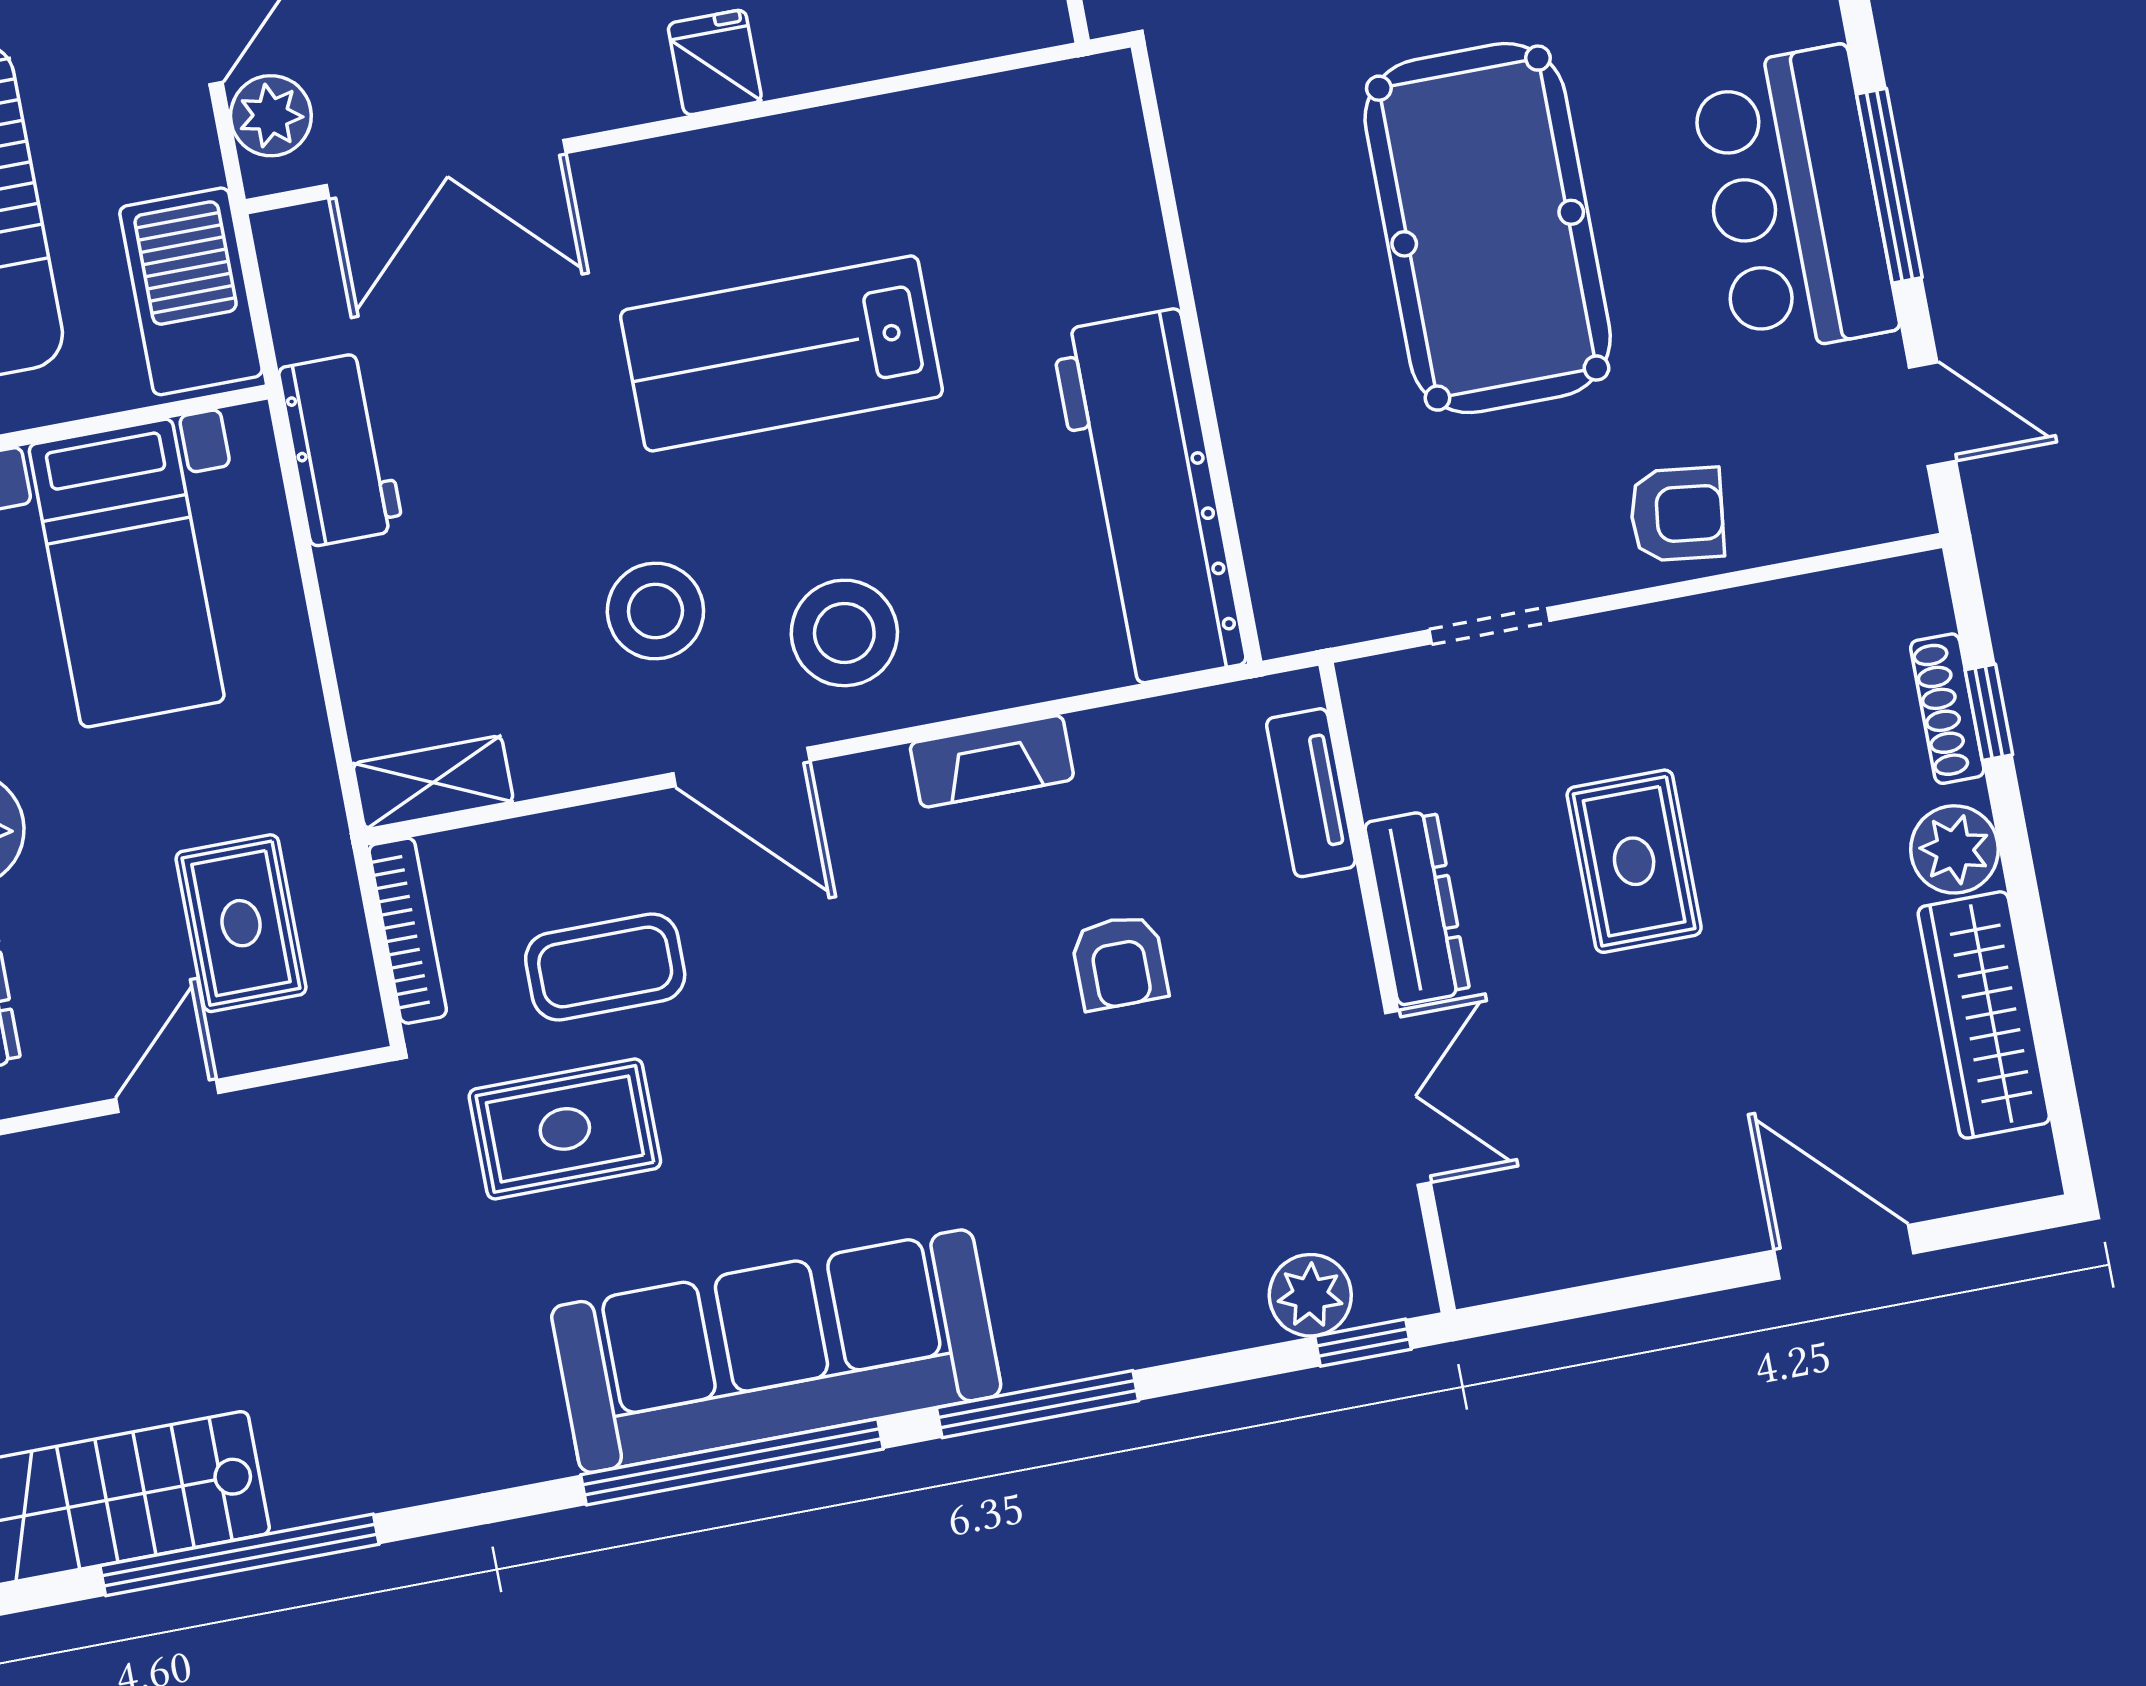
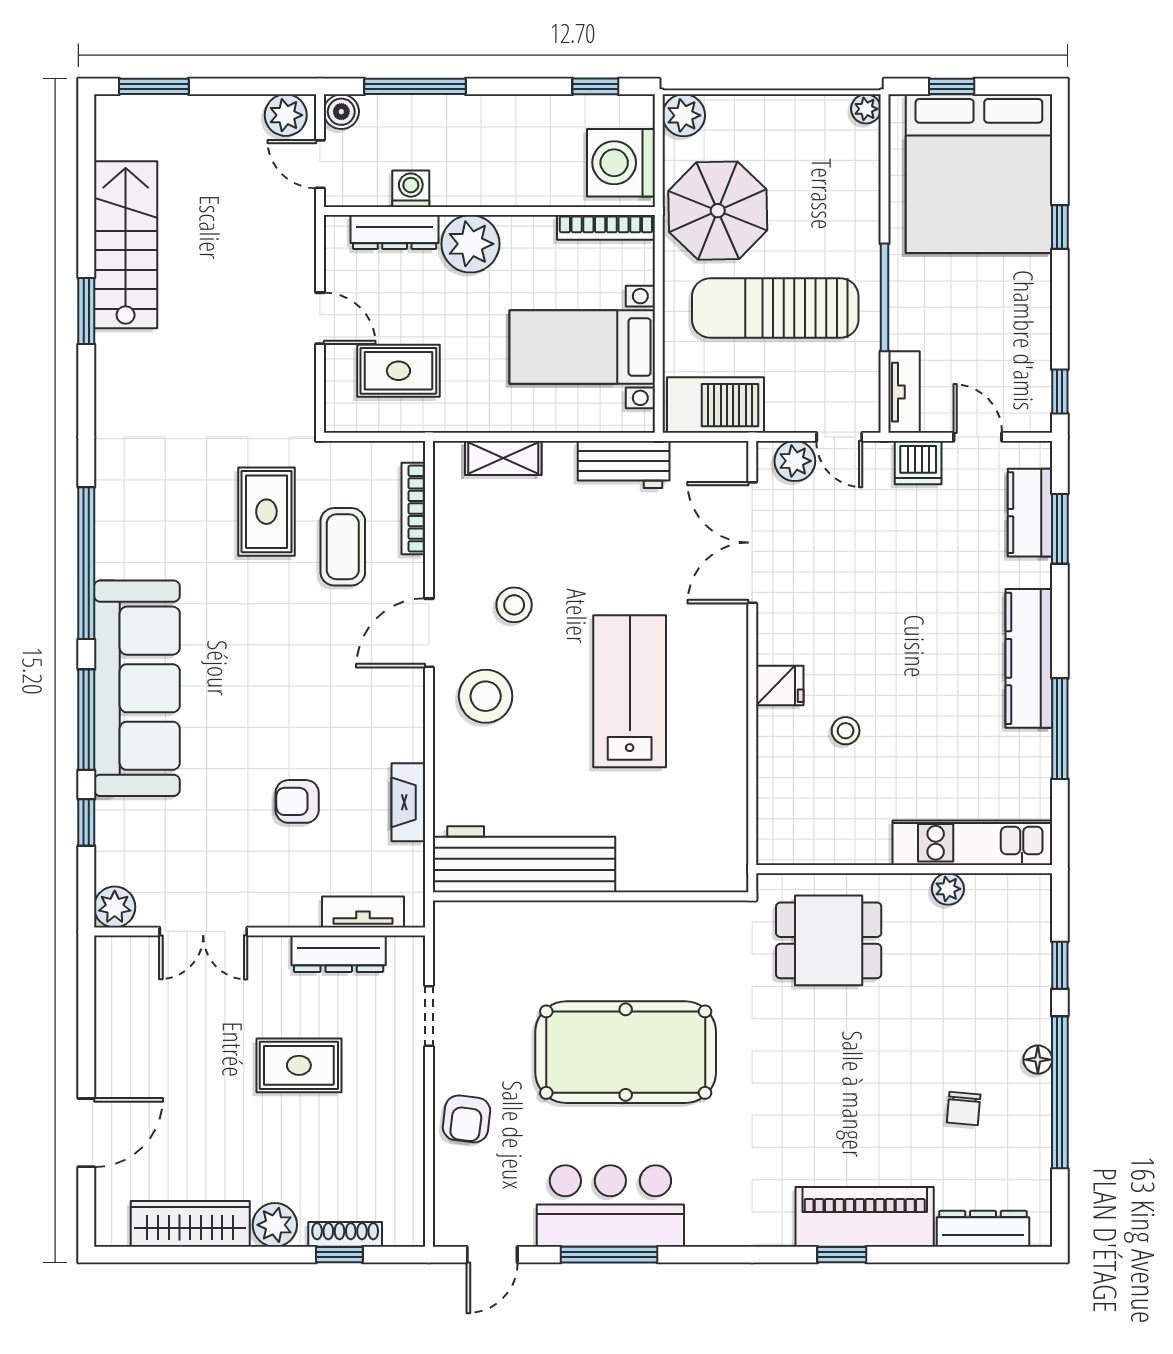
stool: (655, 611) -> (514, 605), width x0.73, depth x0.73
fireplace: (992, 761) -> (408, 802), moved
shelving: (433, 783) -> (503, 458), moved, turned 90
dresser: (1417, 907) -> (339, 954), moved
bookcase: (408, 931) -> (413, 509), moved, turned 90
plant: (1310, 1295) -> (115, 907), moved
window: (1363, 1343) -> (86, 822), moved
sofa: (776, 1351) -> (137, 688), moved
window: (239, 1555) -> (86, 311), width x0.47

